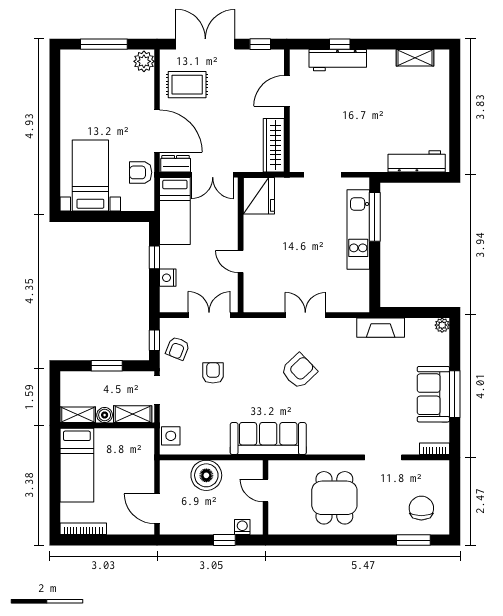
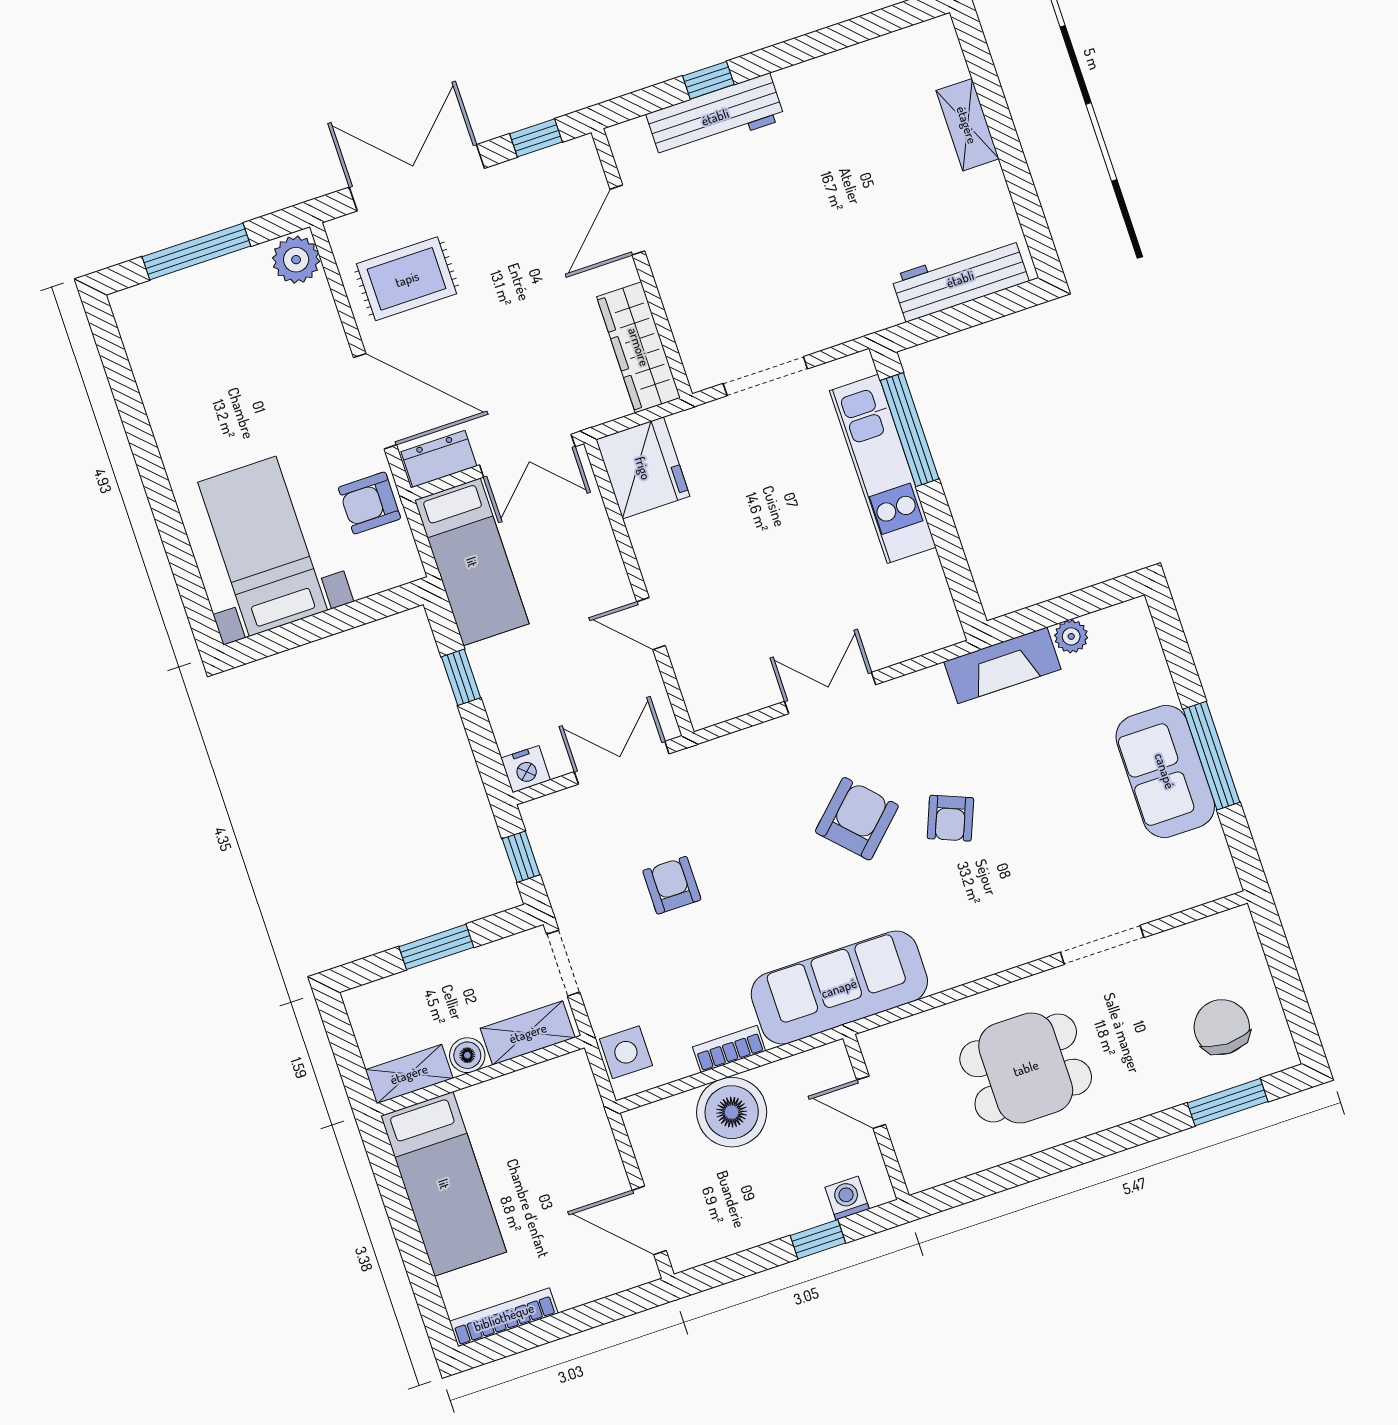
shelving: (415, 58) -> (967, 125), moved, turned 90
nightstand: (168, 278) -> (526, 769), moved, turned -90
plant: (442, 325) -> (1071, 636), moved
armchair: (178, 348) -> (950, 818), moved
bookcase: (435, 449) -> (729, 1049), moved
dining table: (334, 498) -> (1026, 1068), turned 90

